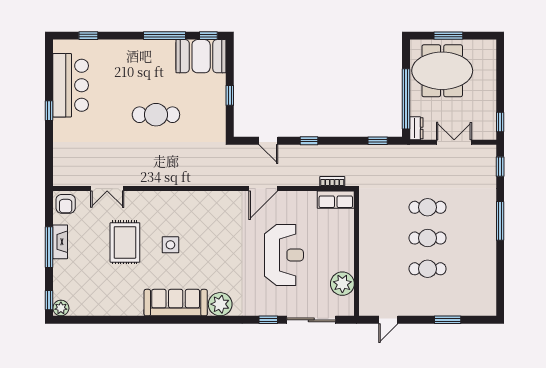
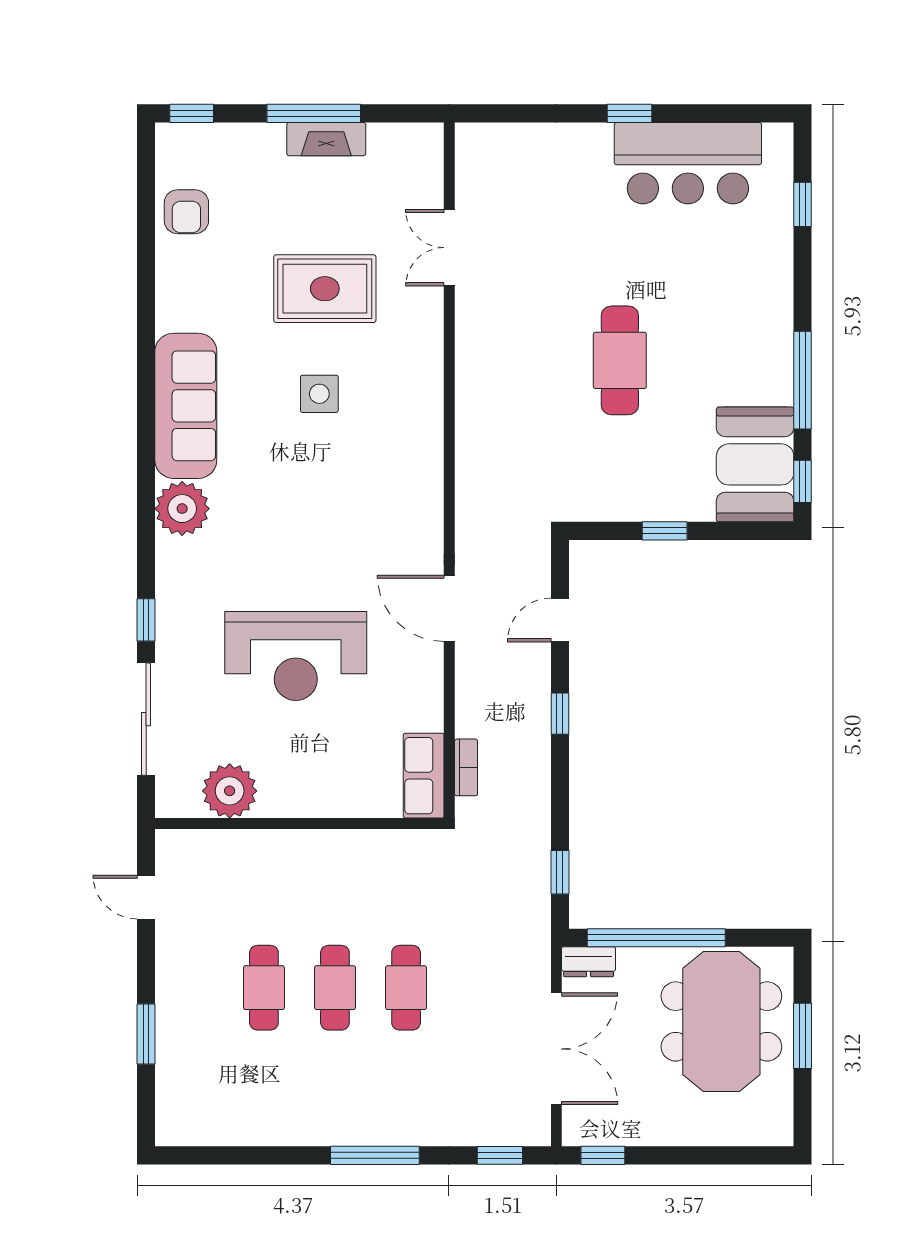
double door: (454, 142) -> (556, 1049), width x1.37
armchair: (66, 204) -> (186, 212), moved, turned -90
plant: (61, 308) -> (173, 141), removed

